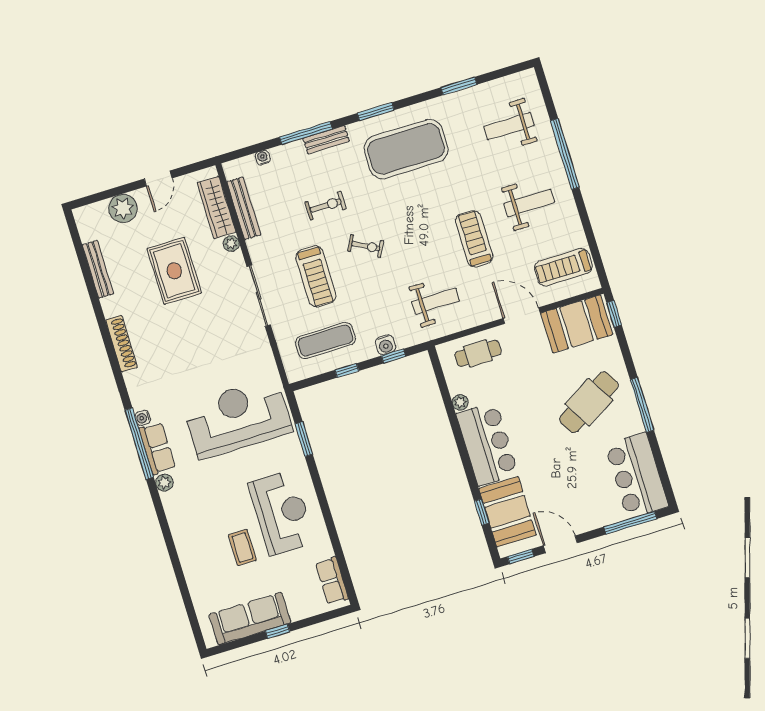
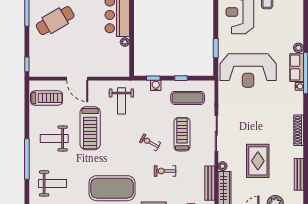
treadmill: (474, 239) -> (90, 128), width x1.37, depth x1.38
weight bench: (436, 301) -> (121, 101), turned -90
booth: (577, 324) -> (49, 65), removed
cafe table: (478, 353) -> (107, 66), removed

